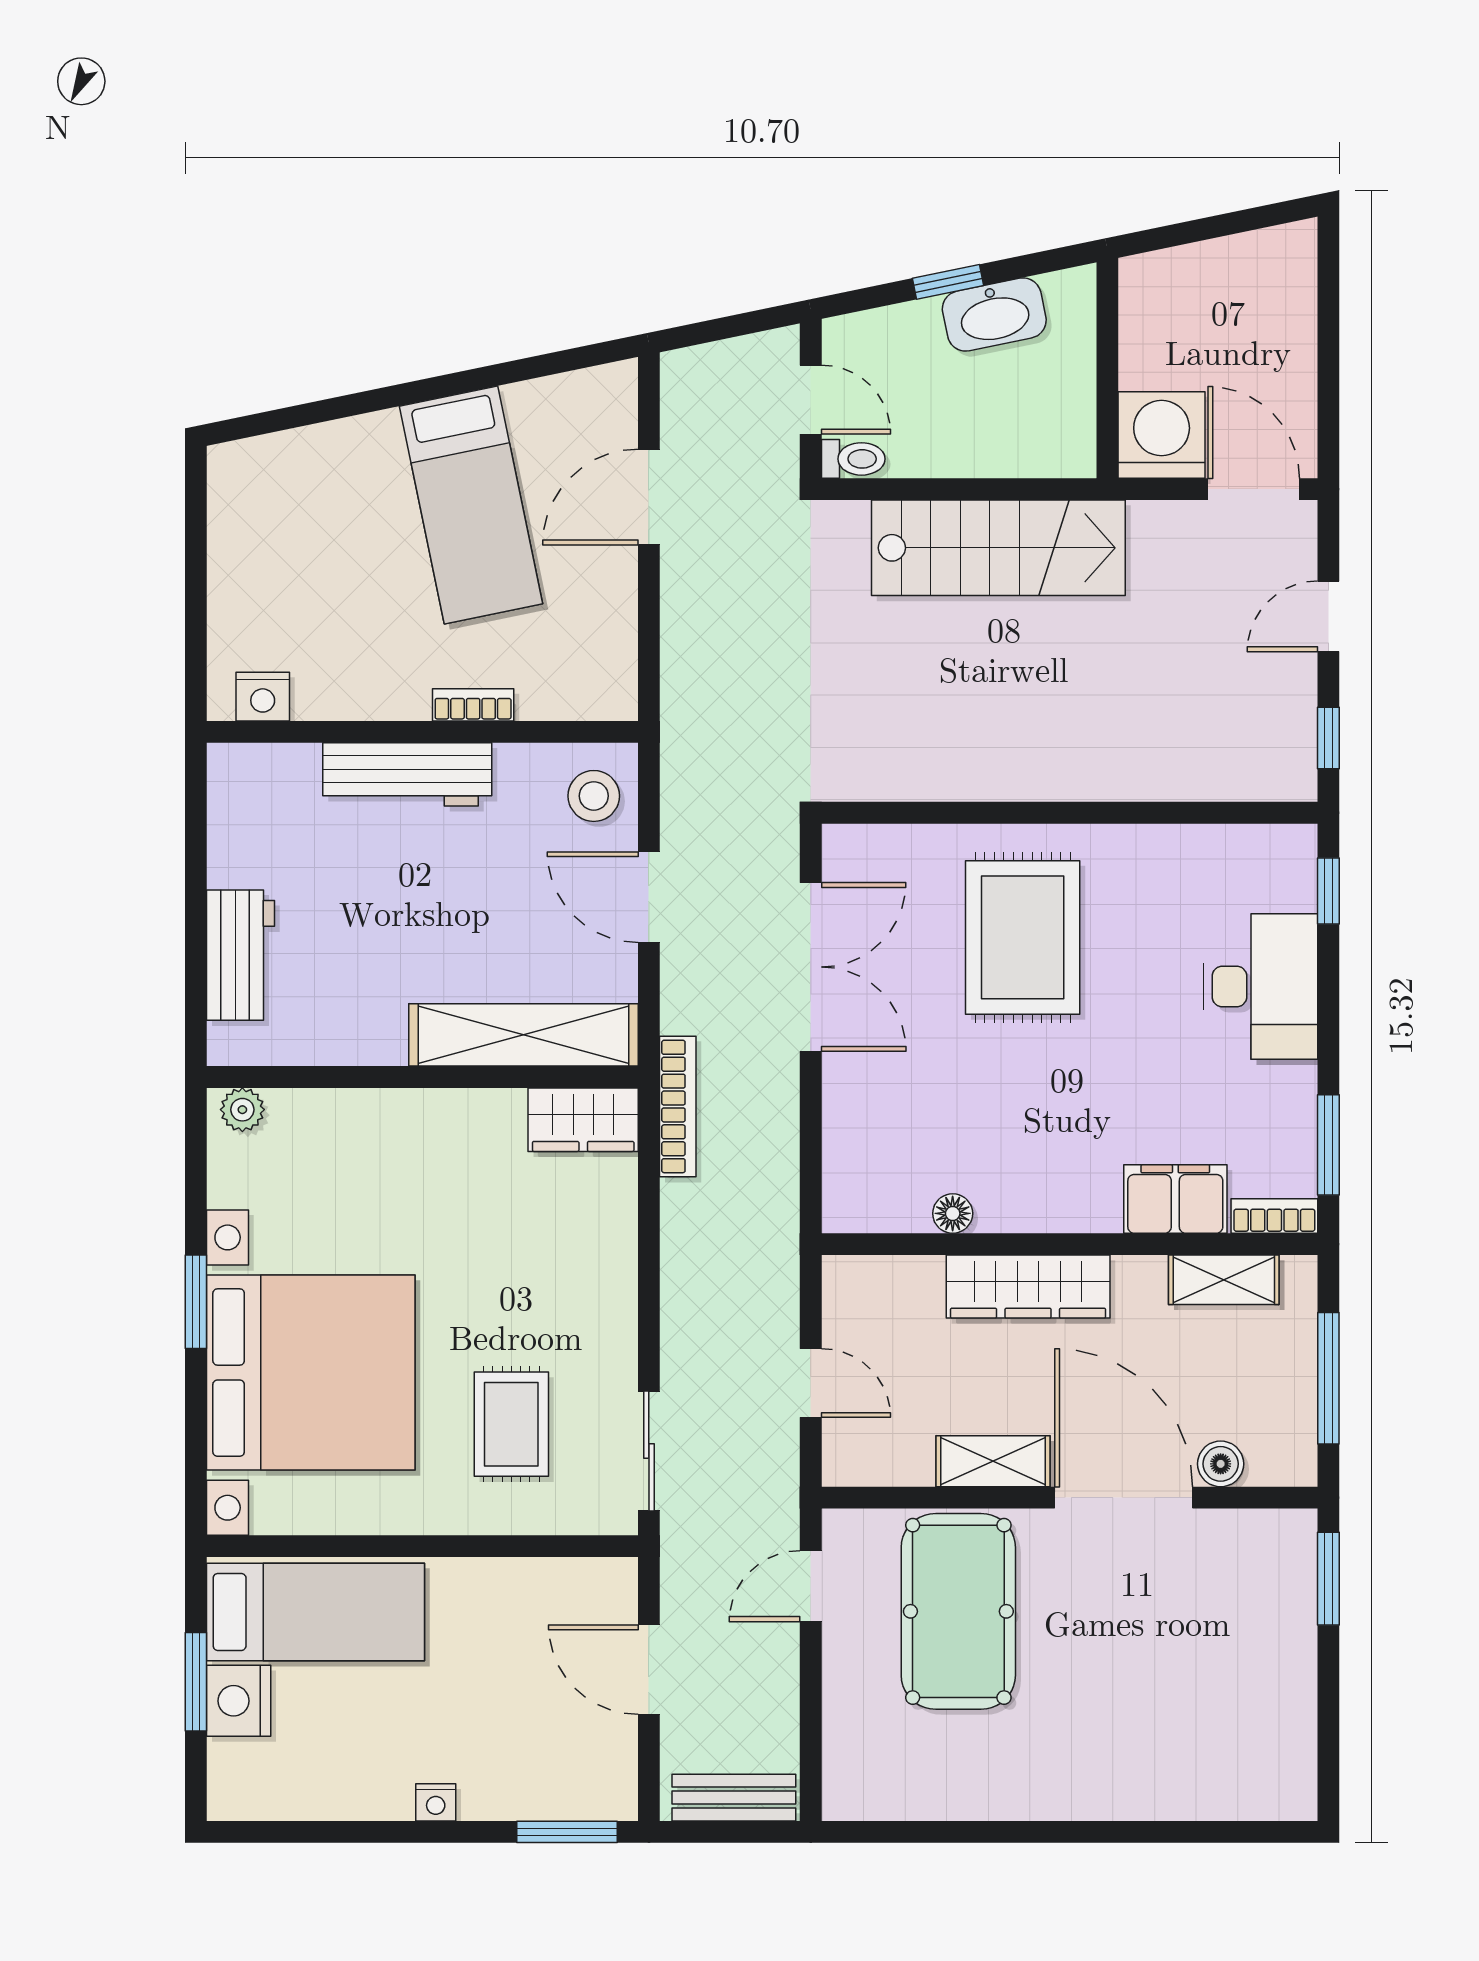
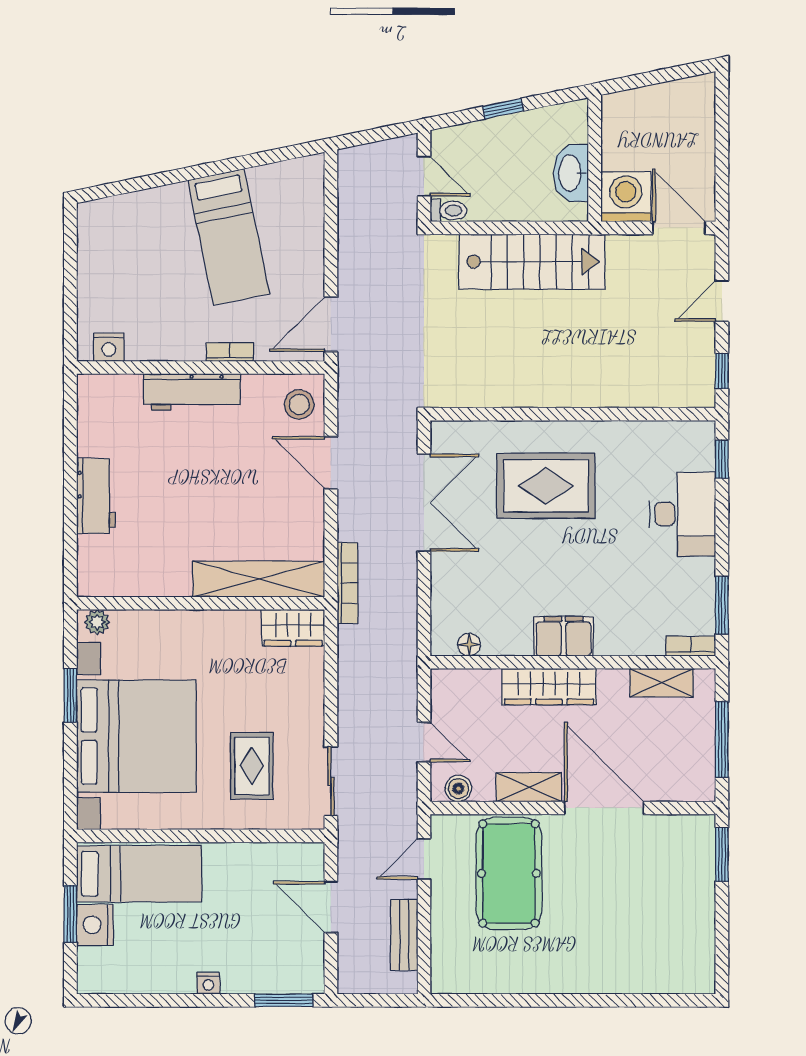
washbasin: (994, 315) -> (571, 173), moved, turned 102
door: (649, 497) -> (331, 324), moved
rug: (1023, 937) -> (546, 486), turned 90
shelving: (524, 1035) -> (259, 579), moved
wall: (422, 1077) -> (201, 603), moved
plant: (242, 1110) -> (97, 622), moved
wardrobe: (583, 1120) -> (293, 628), moved
filing cabinet: (1175, 1199) -> (563, 636), moved
floor lamp: (953, 1213) -> (469, 645), moved
boiler: (1221, 1464) -> (458, 789), moved
bench: (734, 1798) -> (404, 935), moved, turned 90

